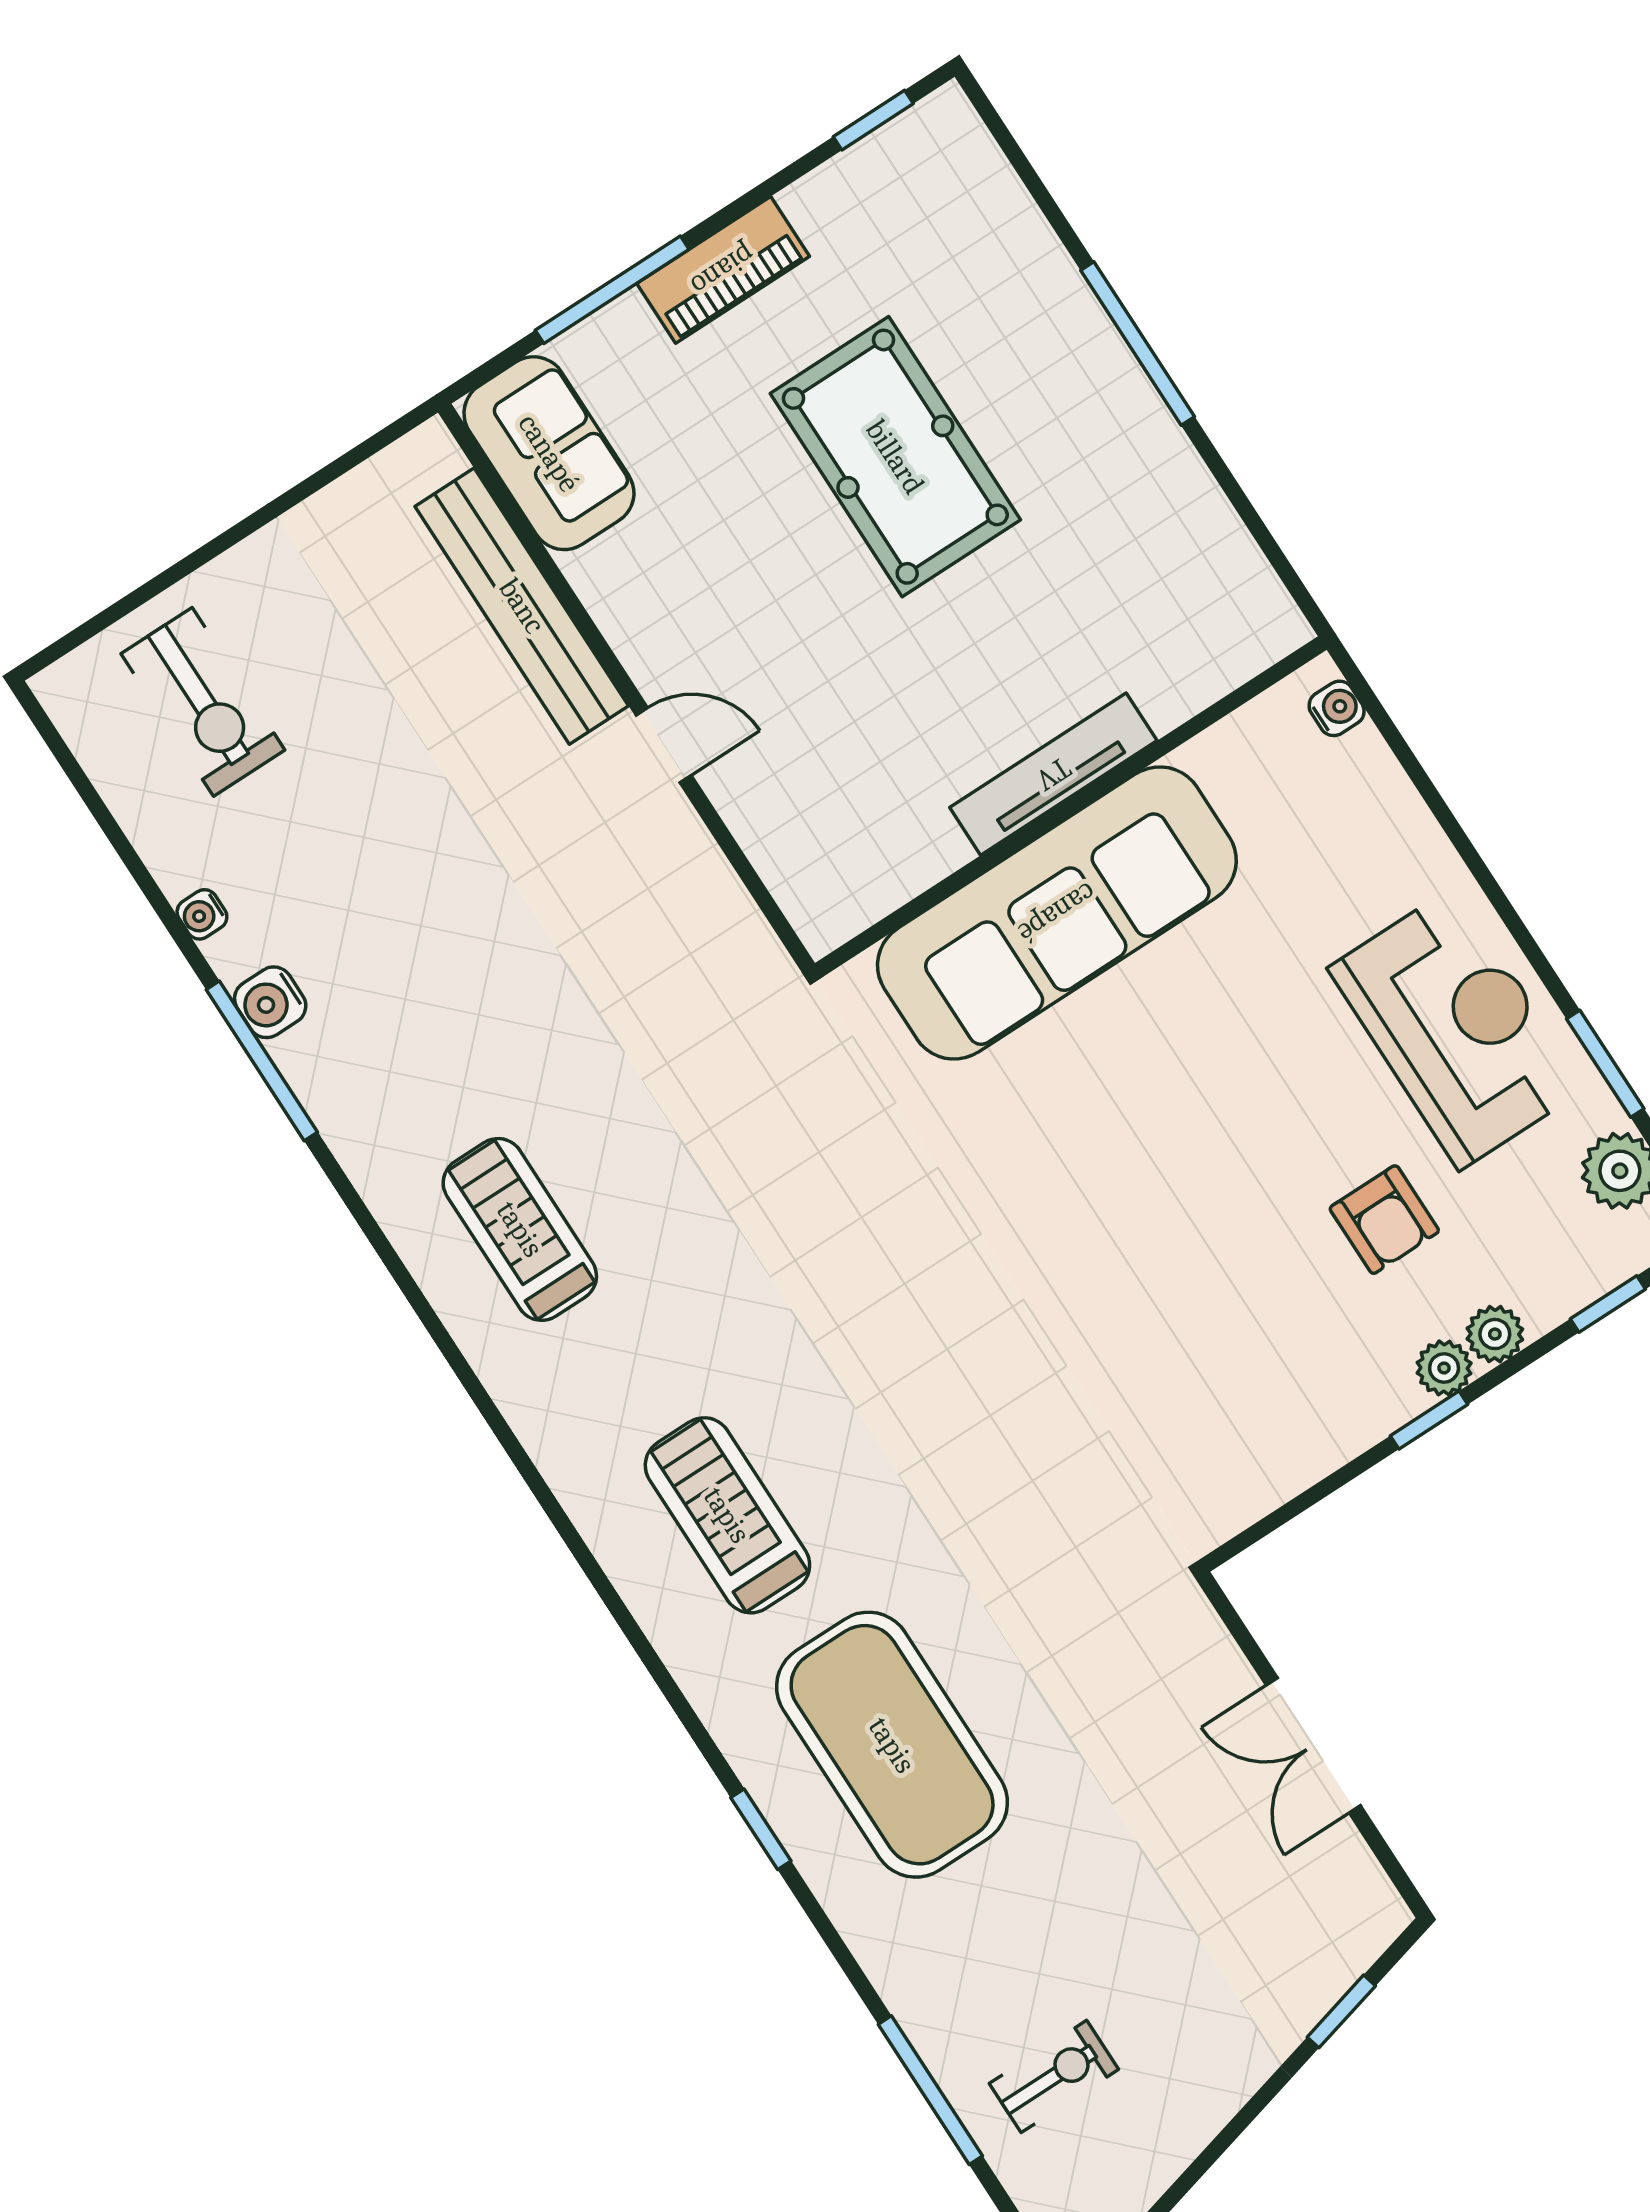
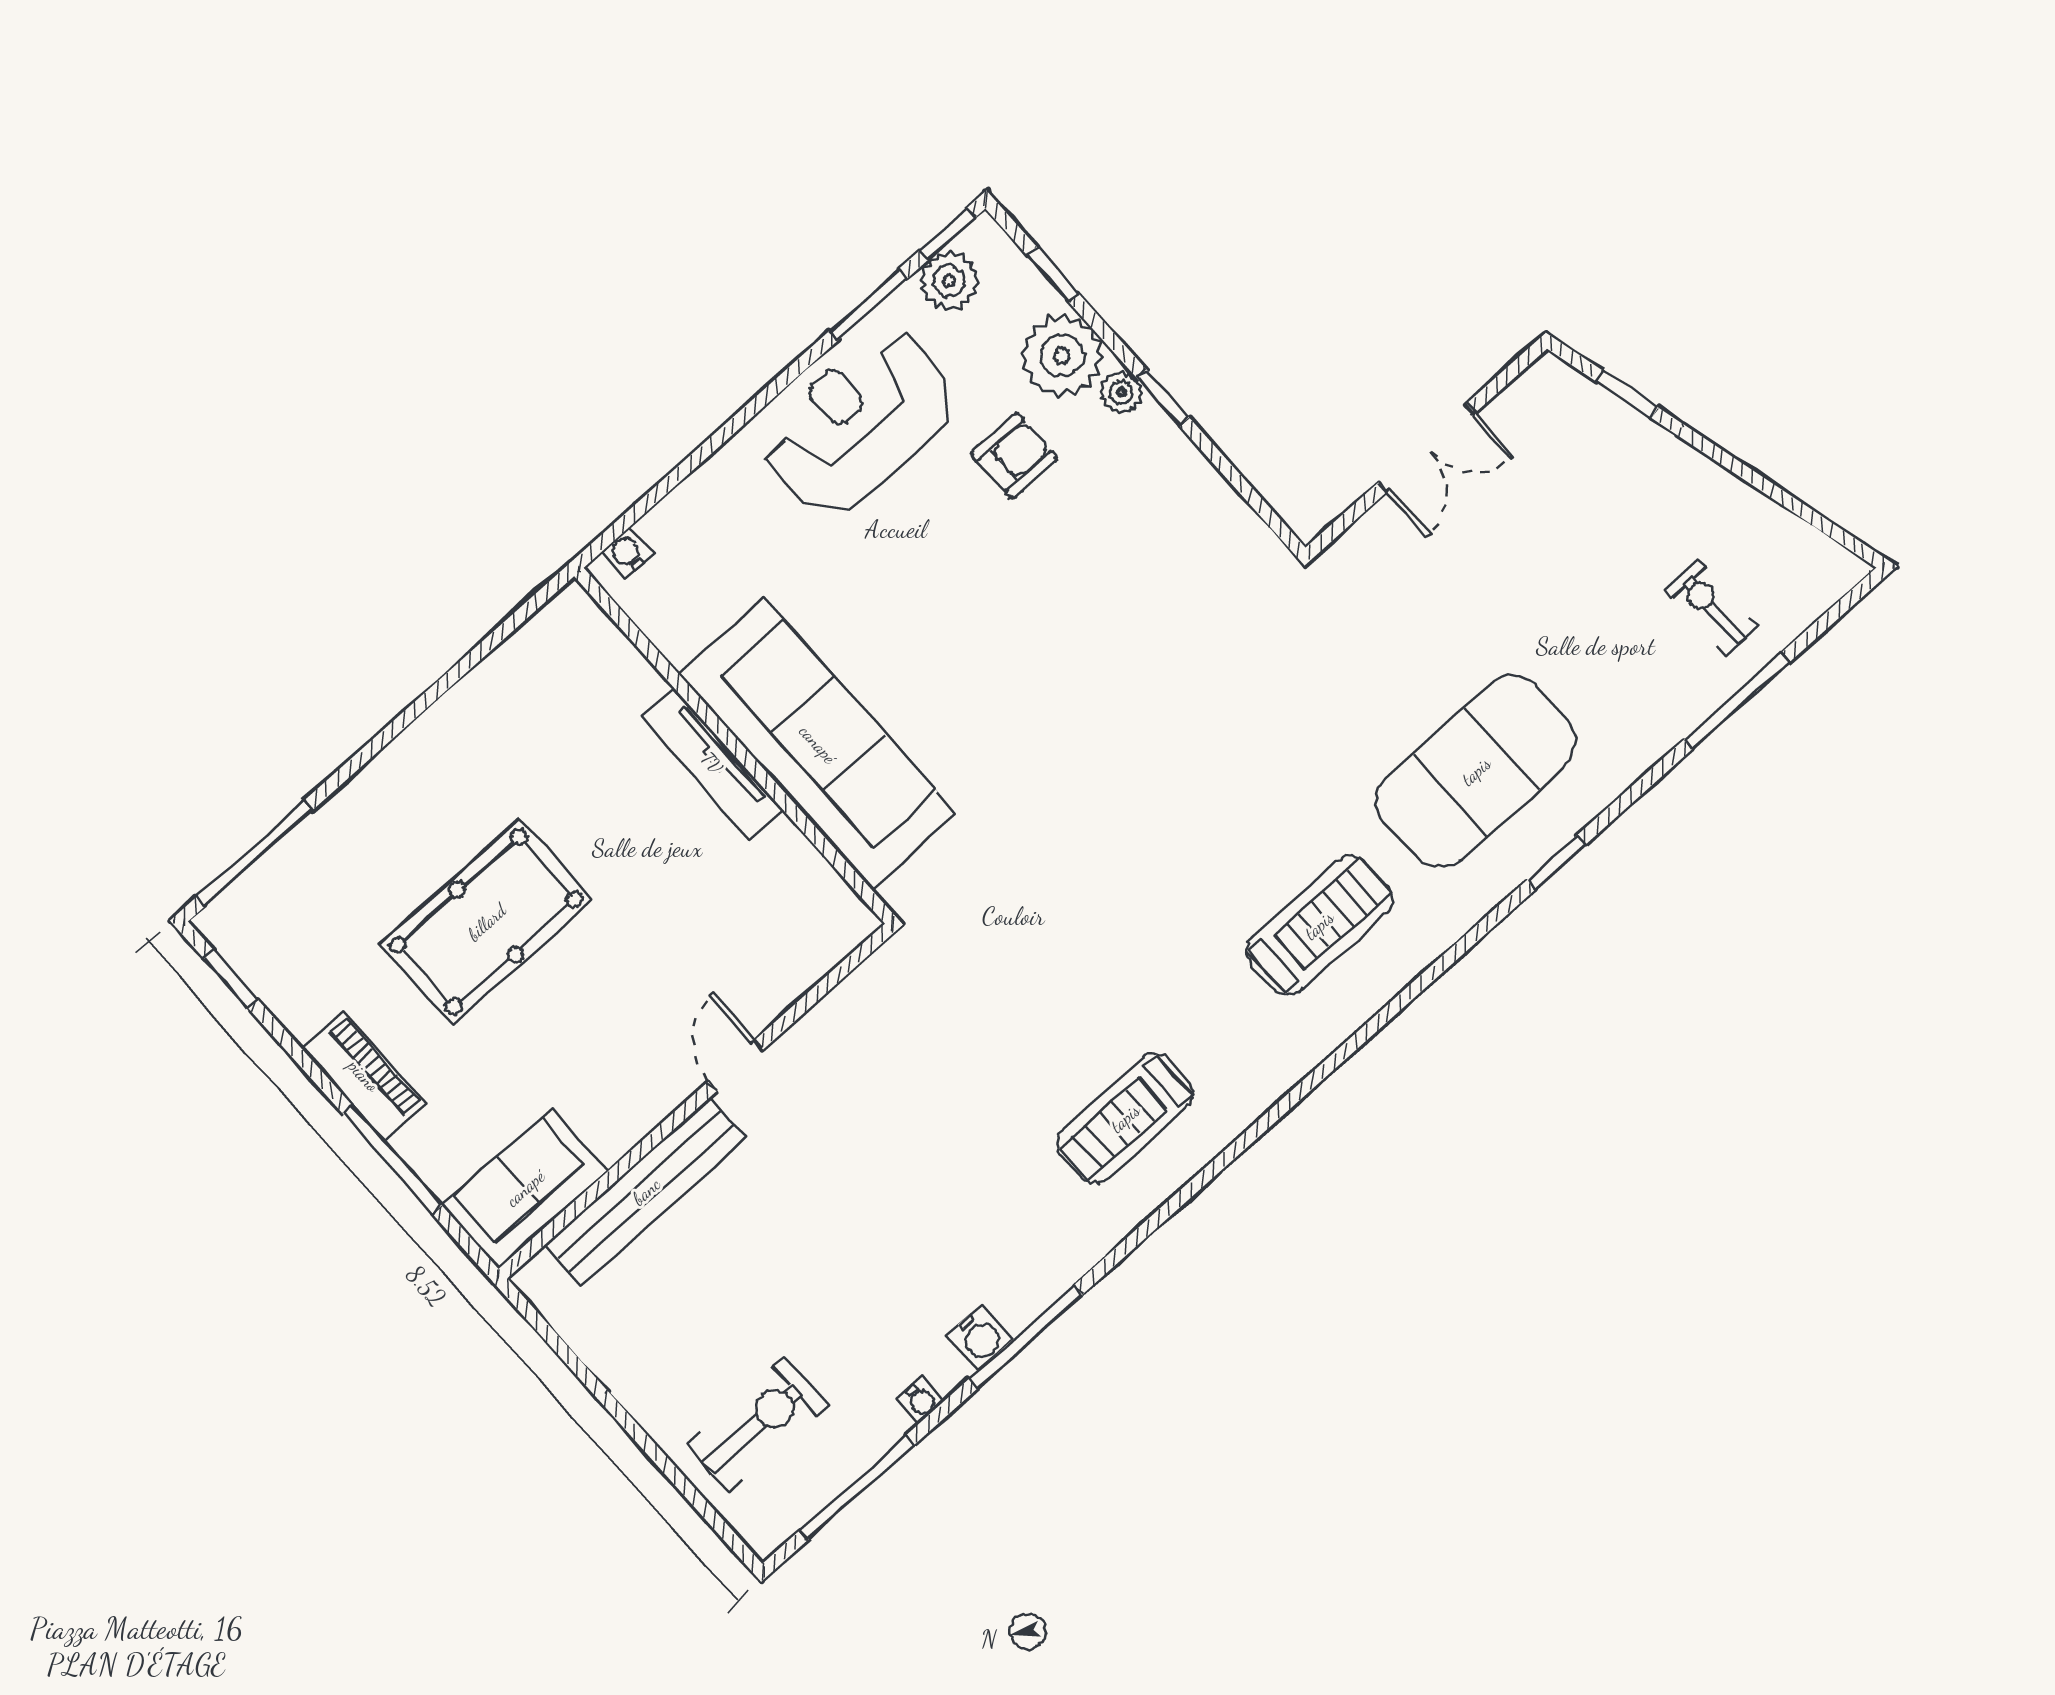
window: (1138, 344) -> (254, 854), moved
window: (104, 817) -> (857, 1487), added
plant: (1495, 1334) -> (1062, 356), width x1.87, depth x1.87
treadmill: (727, 1515) -> (1319, 925), turned 180

